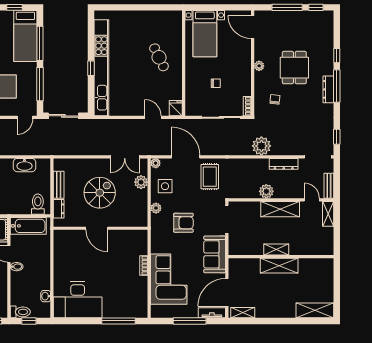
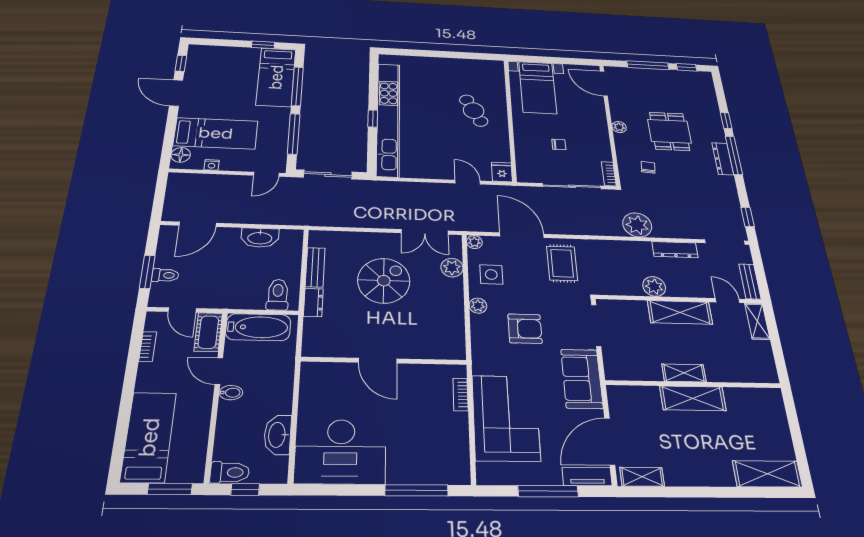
door: (97, 228) -> (378, 361), moved
wall: (101, 228) -> (384, 361), moved
washbasin: (46, 296) -> (278, 435), width x1.91, depth x1.45

